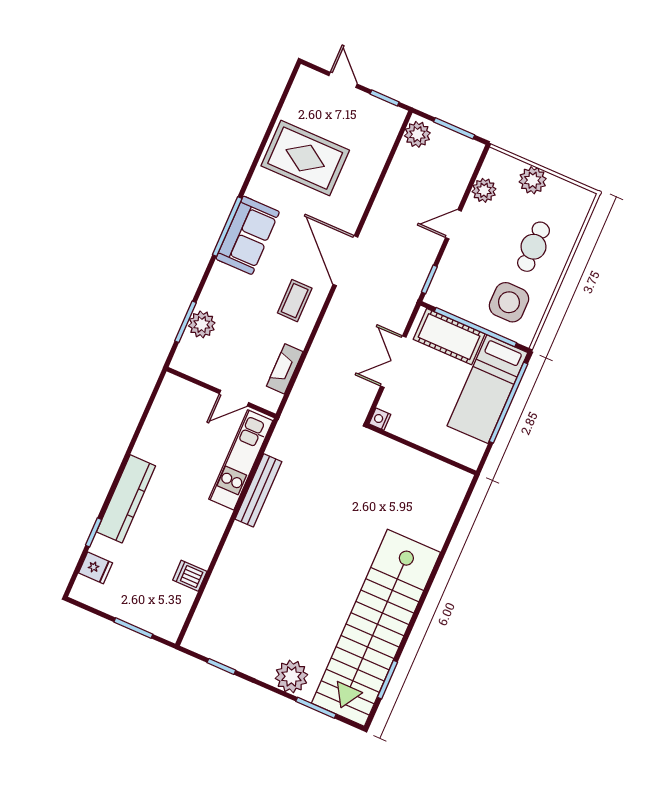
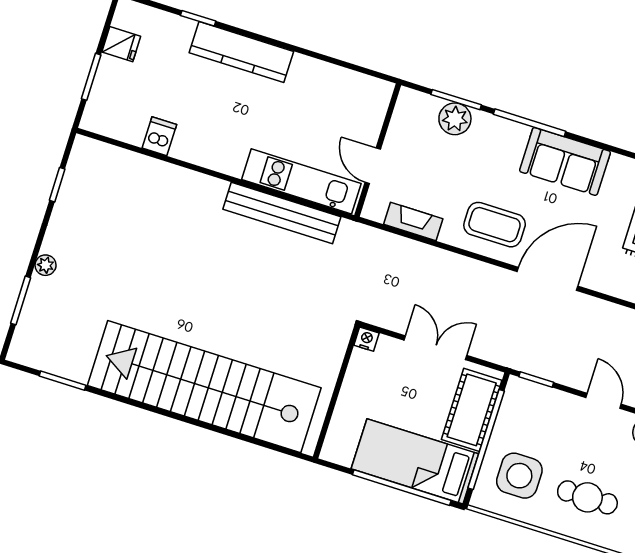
window: (227, 227) -> (530, 123), moved
coffee table: (295, 301) -> (495, 225), width x1.36, depth x1.30
bench: (258, 490) -> (282, 213), width x1.37, depth x1.21
fridge: (96, 568) -> (121, 44), moved, turned -90
stairs: (376, 628) -> (204, 387), moved
plant: (291, 677) -> (46, 265), width x0.53, depth x0.53

